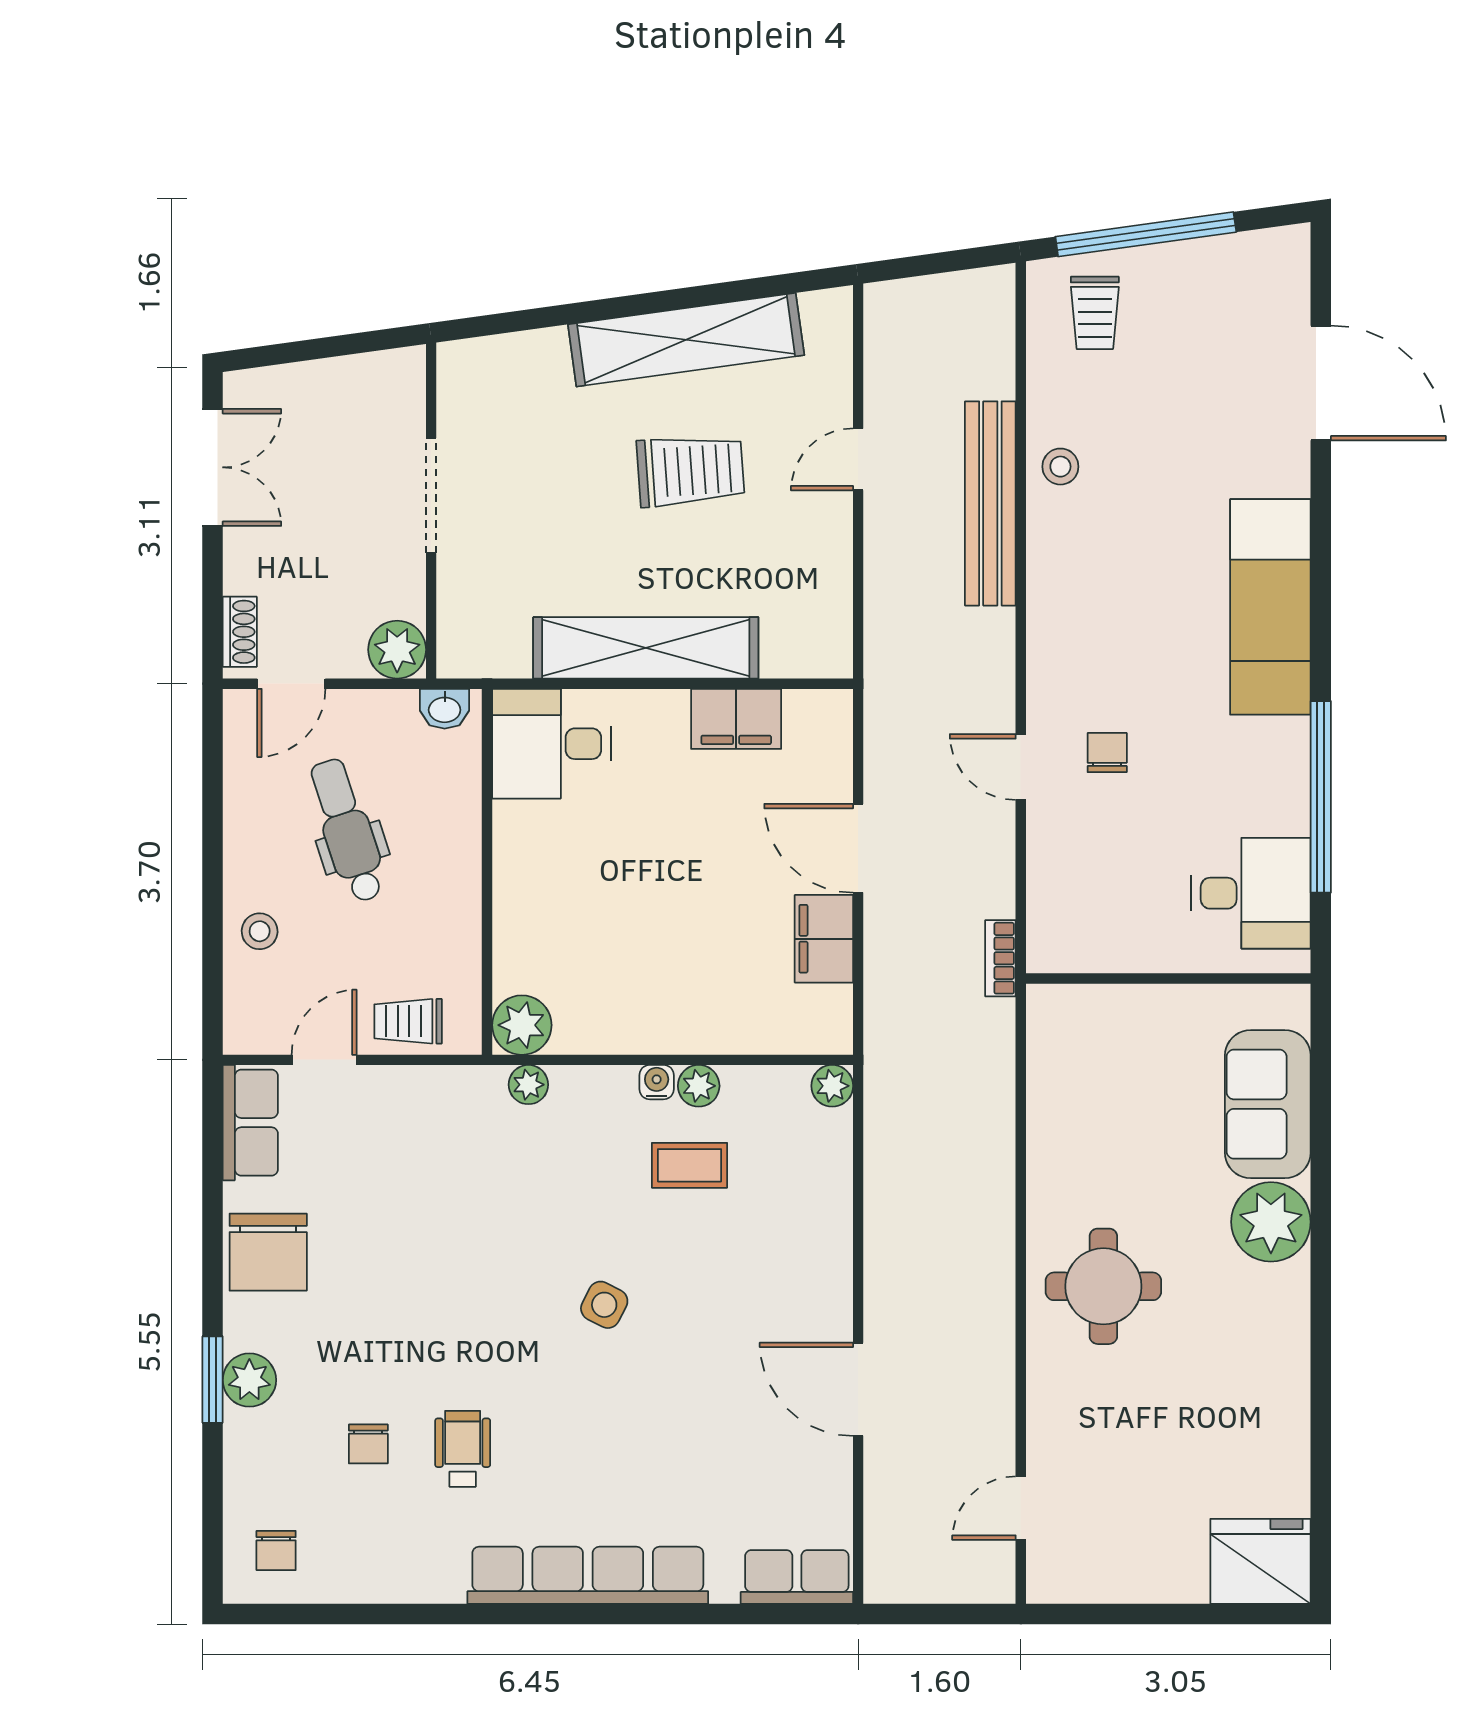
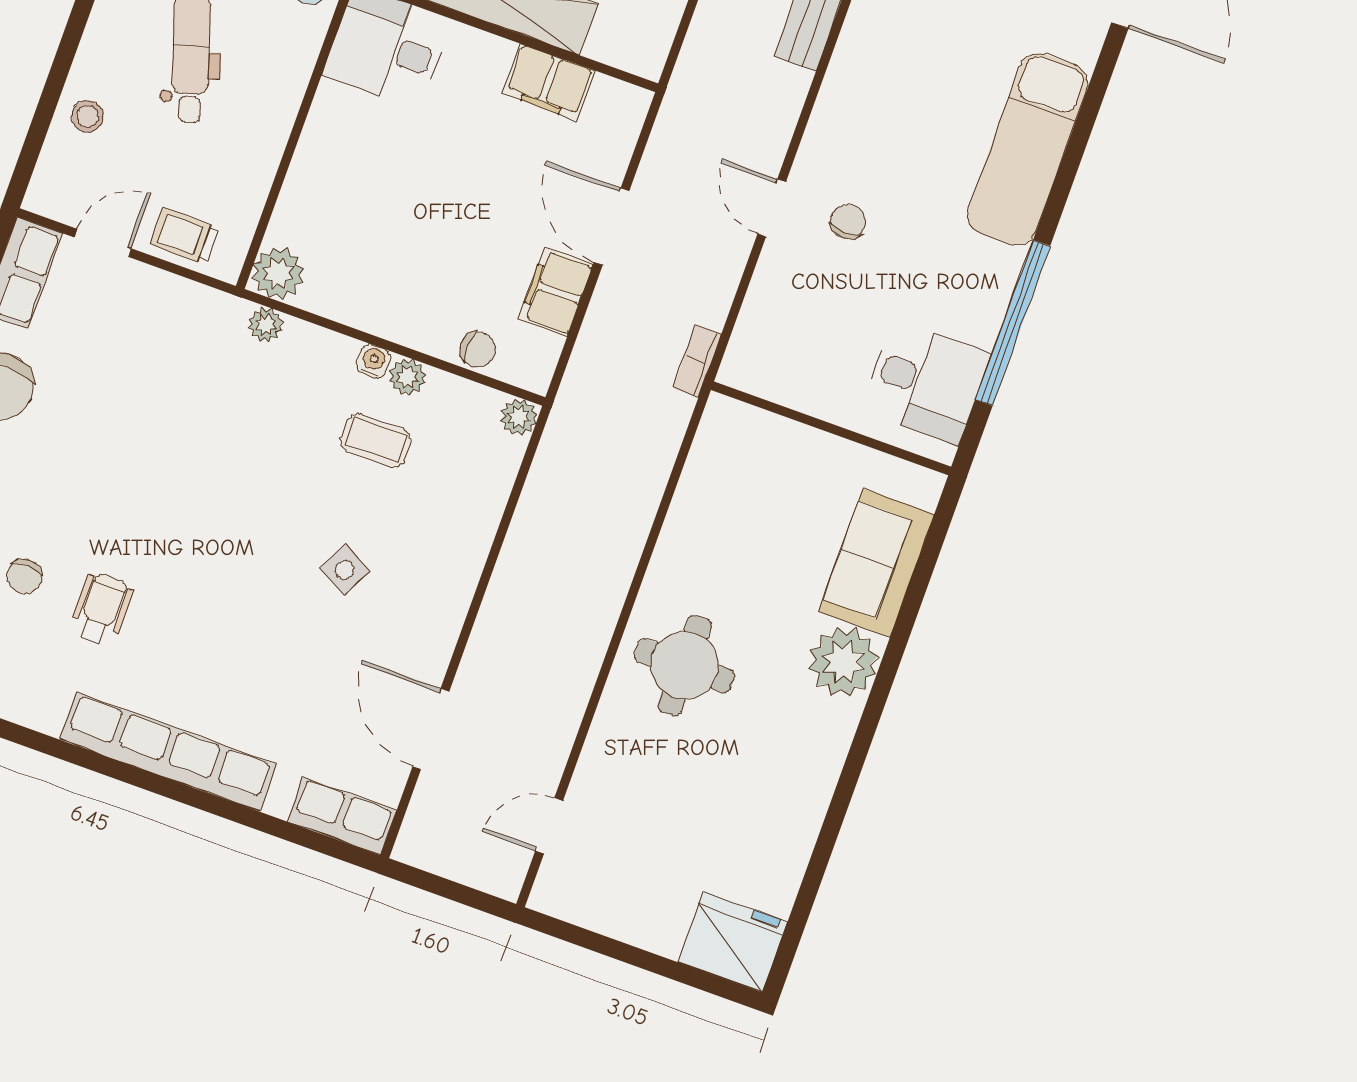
chair: (763, 1030) -> (478, 349), added
side table: (604, 1305) -> (345, 570), moved
door: (858, 1389) -> (431, 729), moved

